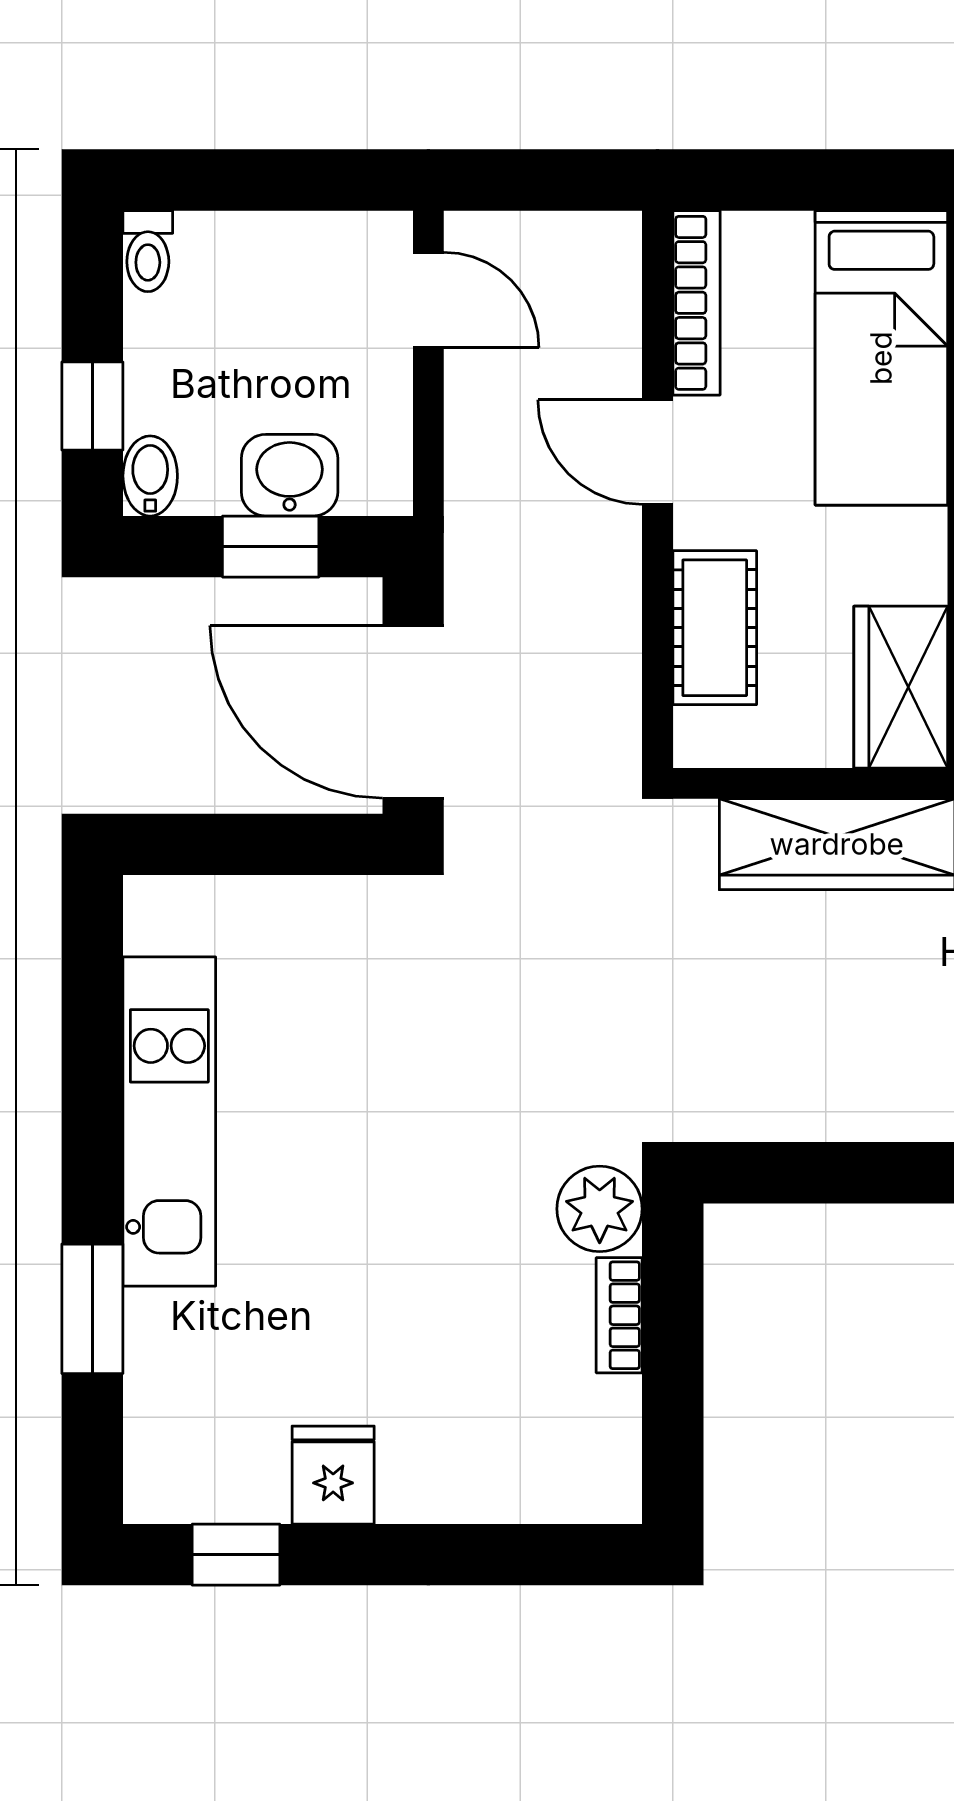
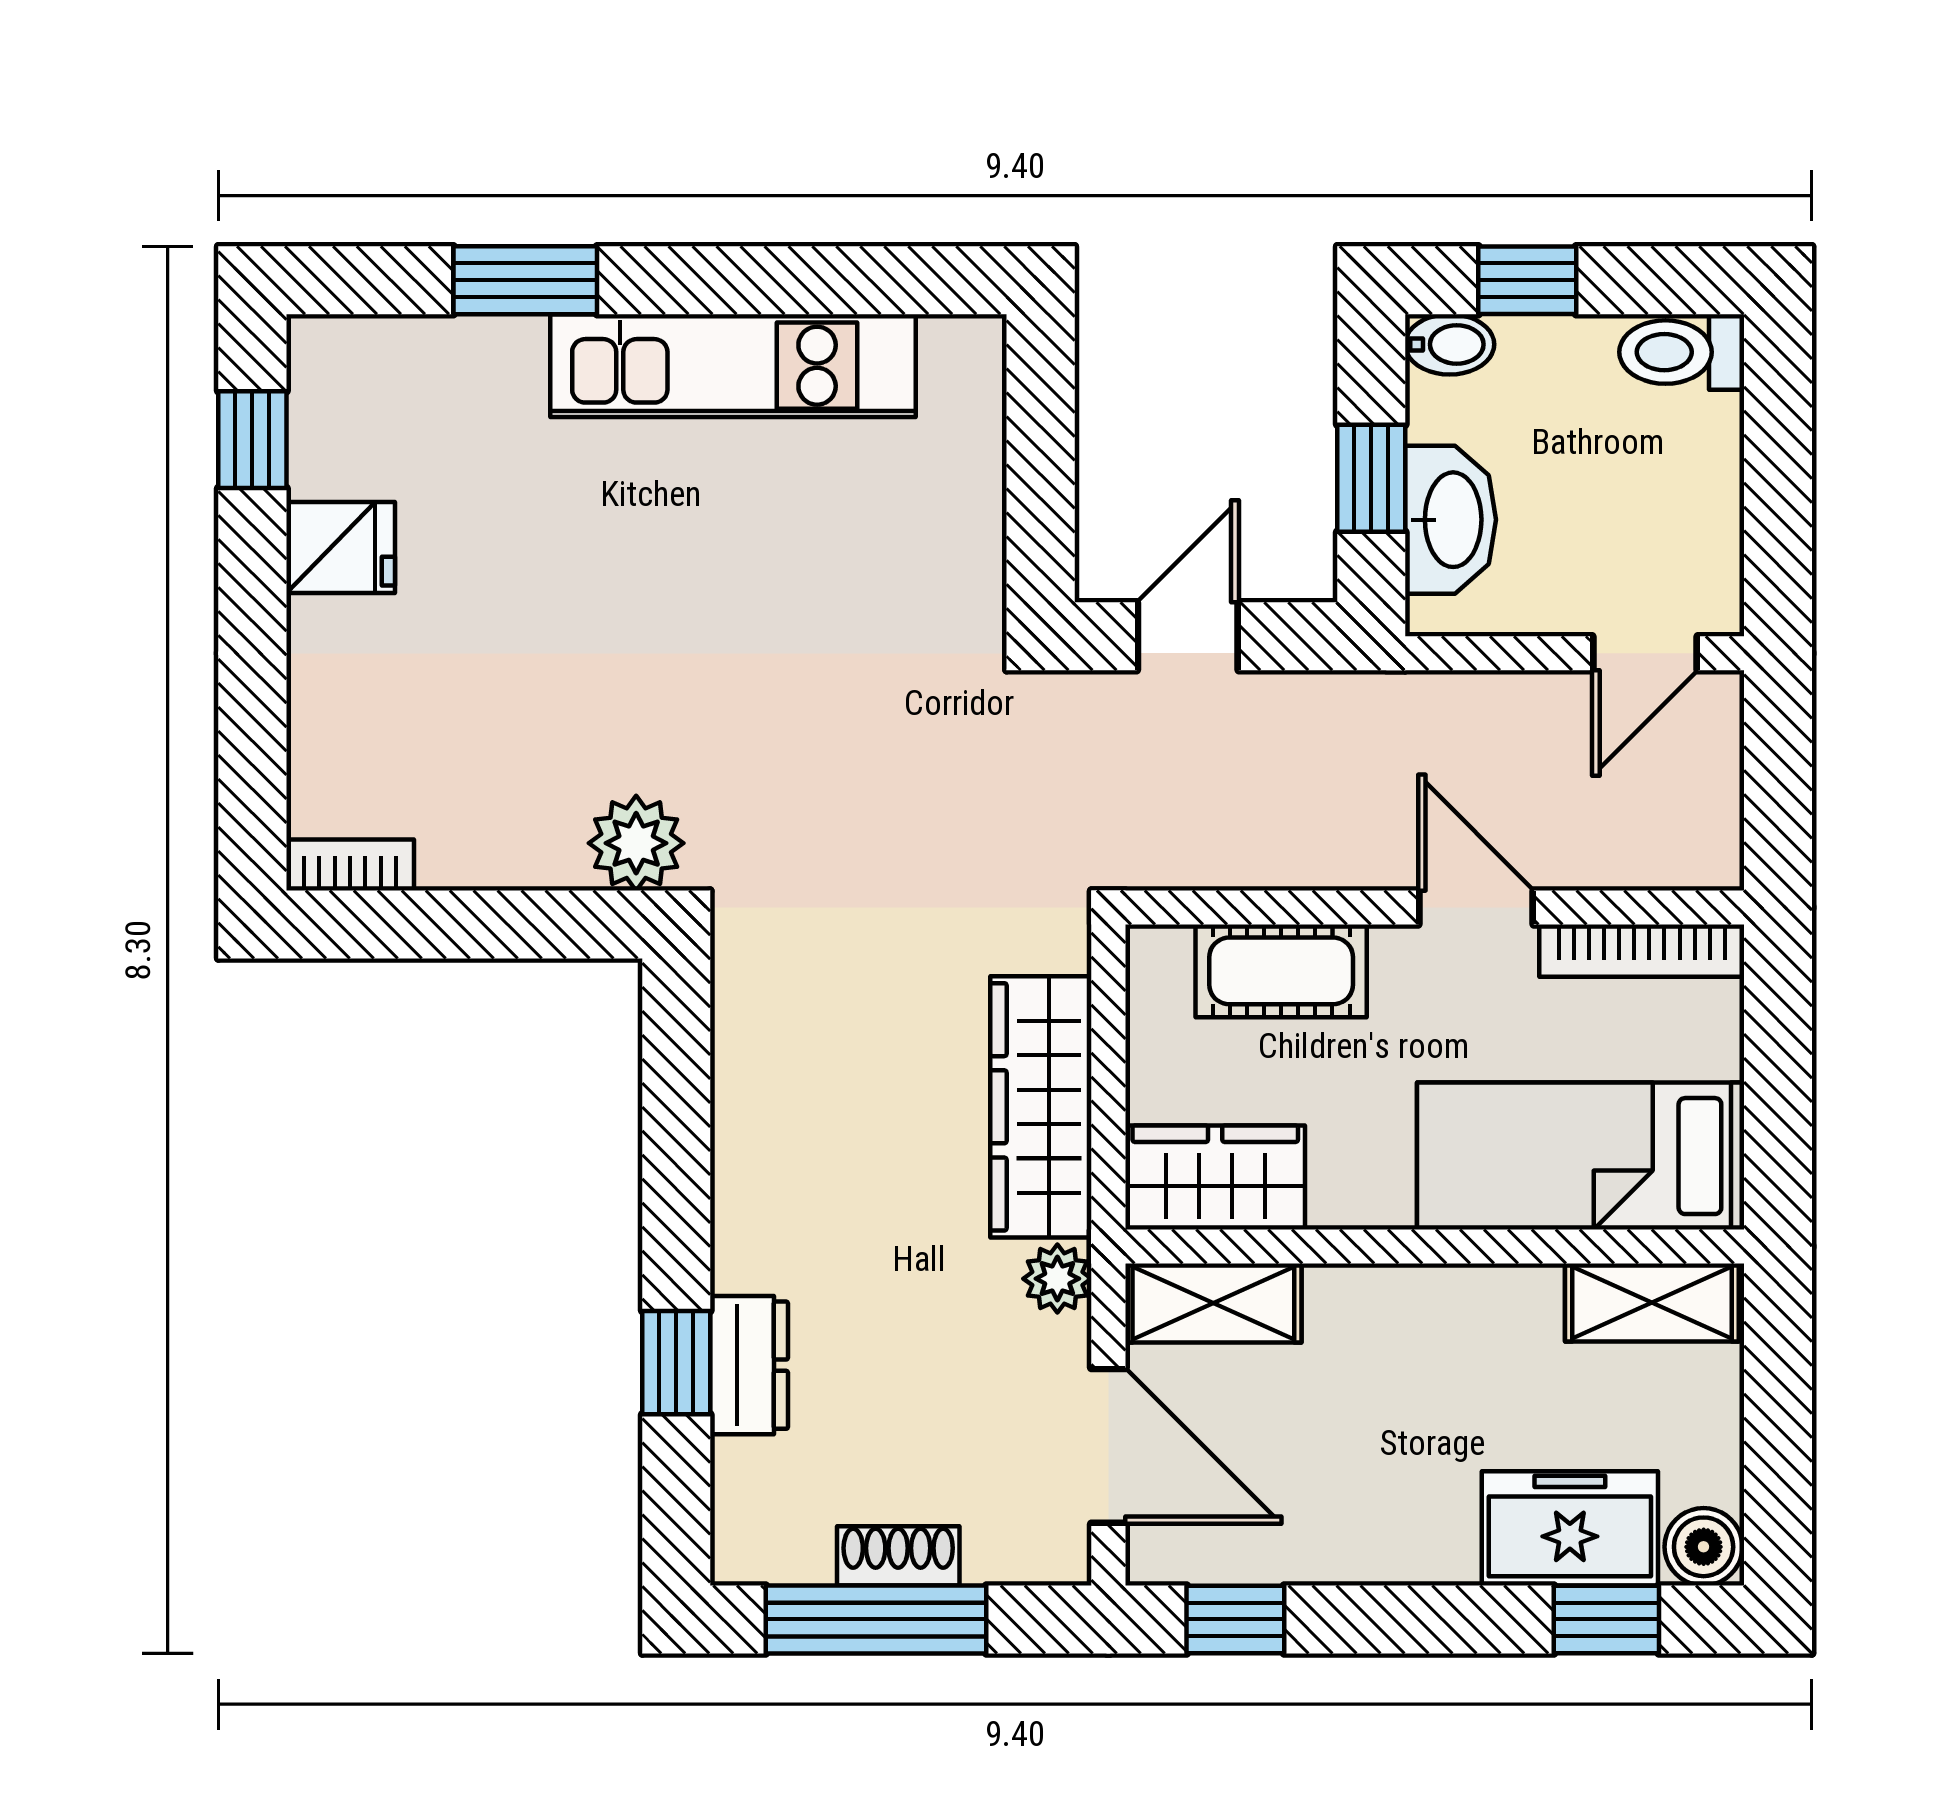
toilet: (148, 251) -> (1682, 352), width x1.37, depth x1.39
door: (658, 452) -> (1476, 907), hinge flipped
washbasin: (290, 475) -> (1450, 520), width x1.38
door: (413, 712) -> (1188, 636), width x0.53
bookcase: (619, 1315) -> (350, 865), moved

